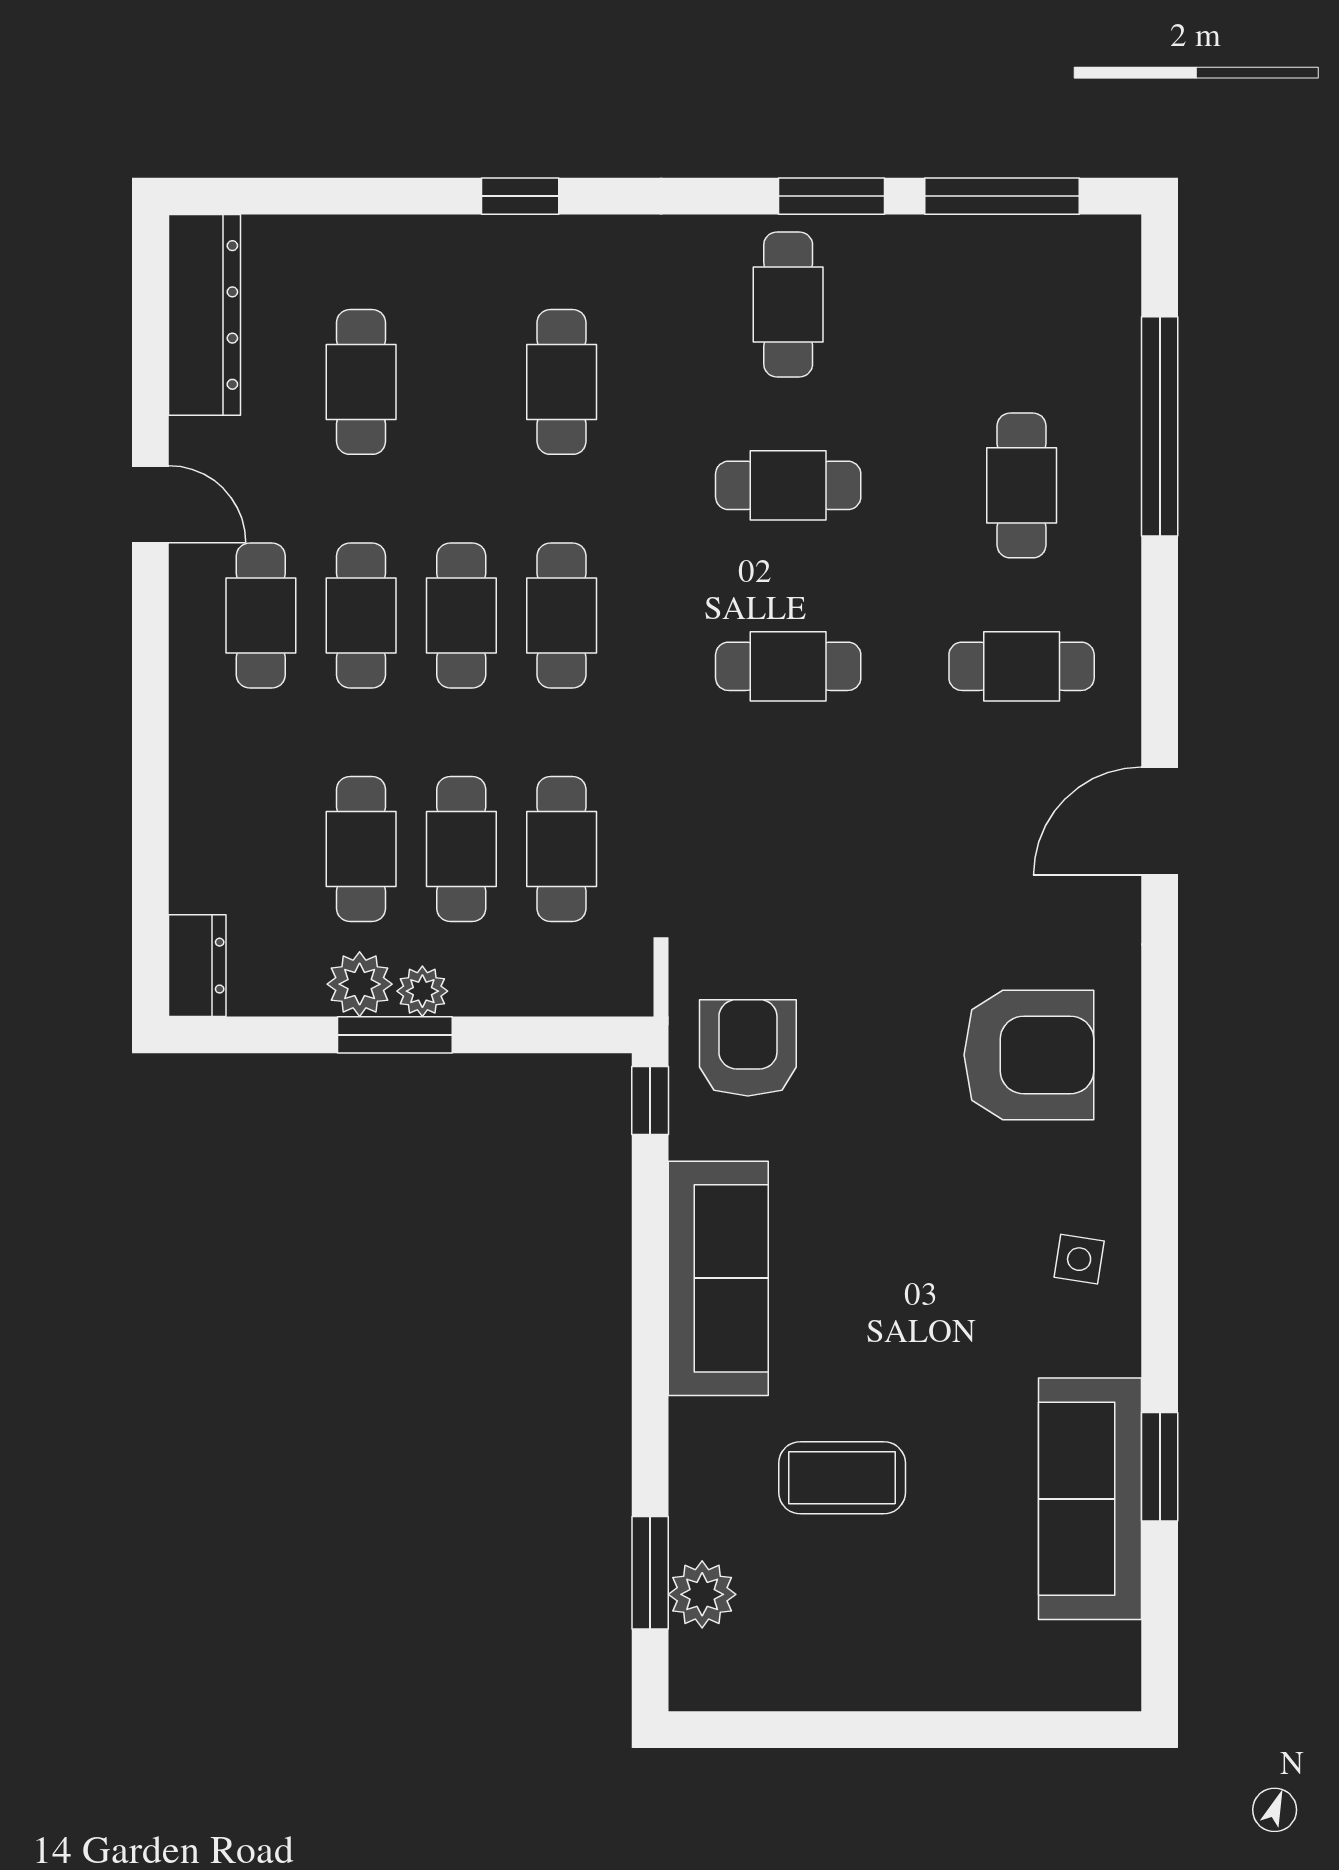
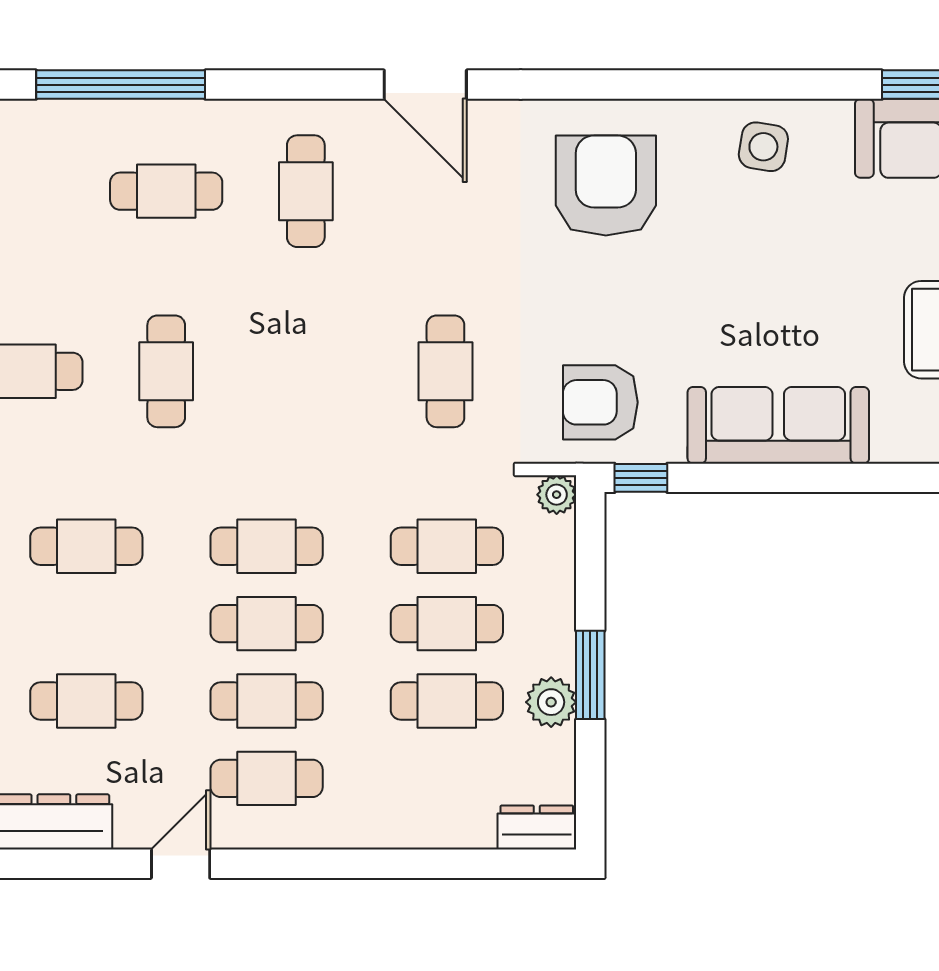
cafe table: (788, 666) -> (445, 371), moved
plant: (422, 991) -> (557, 495), moved
side table: (1079, 1259) -> (763, 147), width x1.37, depth x1.37

